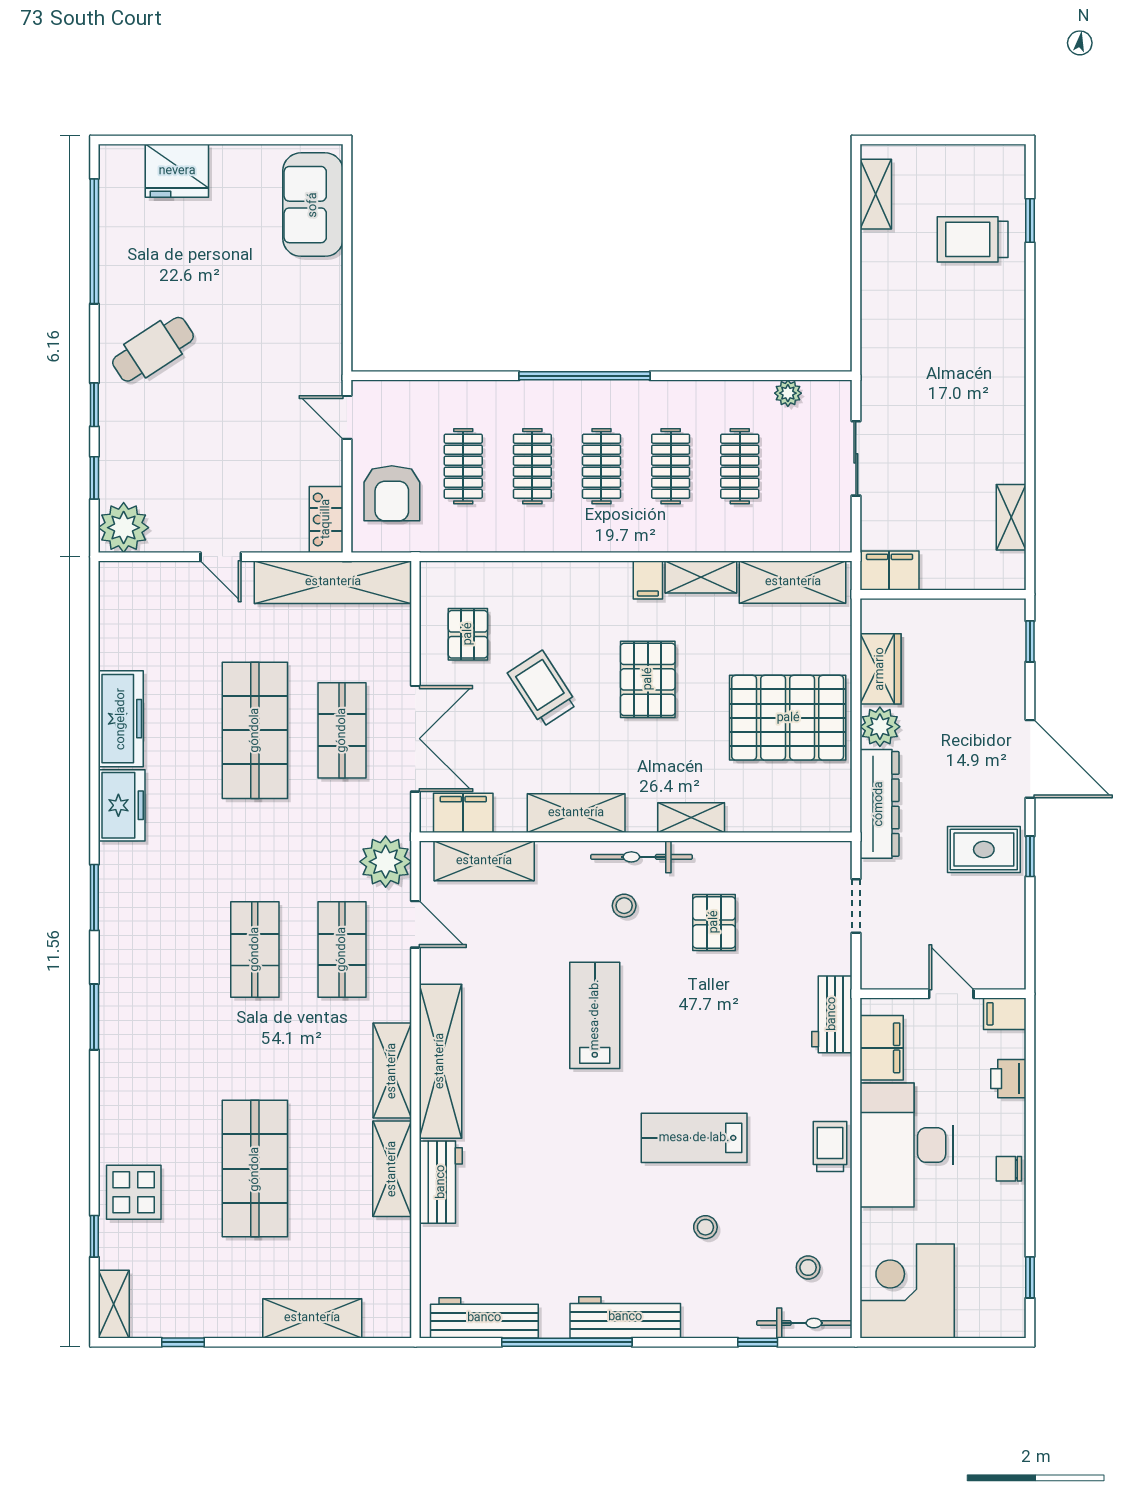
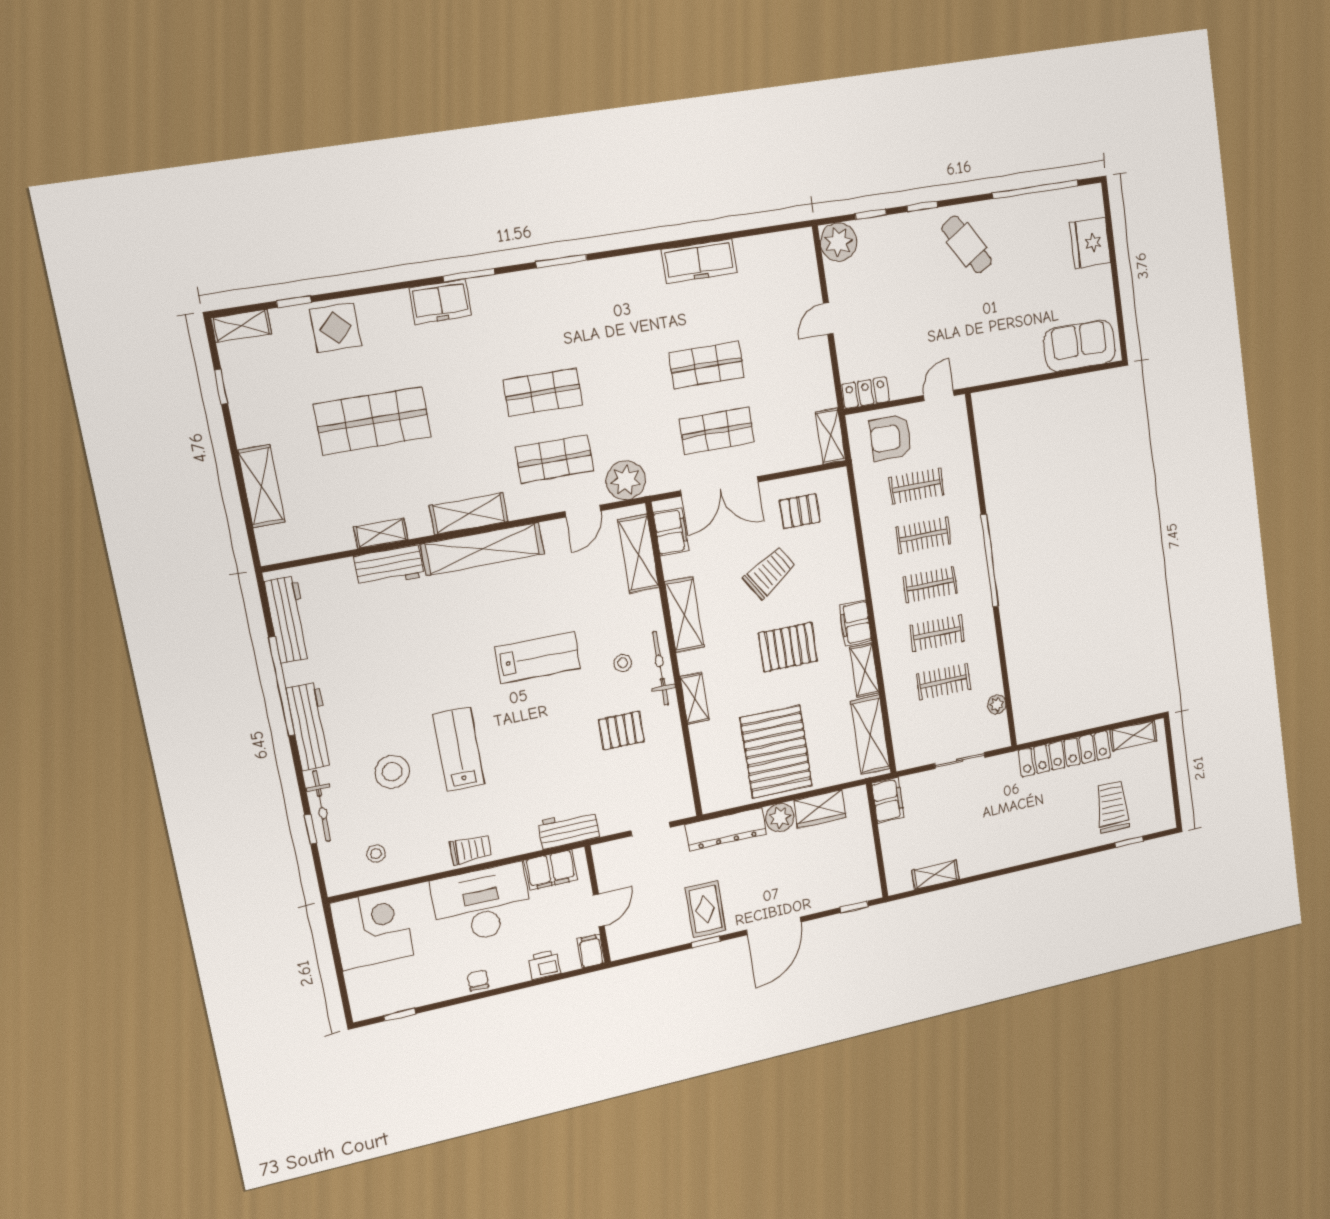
locker: (880, 302) -> (1064, 754), added
filing cabinet: (648, 580) -> (855, 623), width x2.00
shelving: (333, 582) -> (831, 436), width x0.45, depth x0.75
shop shelf: (255, 730) -> (707, 365), width x0.70, depth x0.74
freezer: (122, 805) -> (440, 302), moved
shelving: (392, 1169) -> (381, 533), width x0.67, depth x0.75
stool: (705, 1227) -> (392, 772), width x1.89, depth x1.89
bicycle: (804, 1323) -> (322, 806), moved

